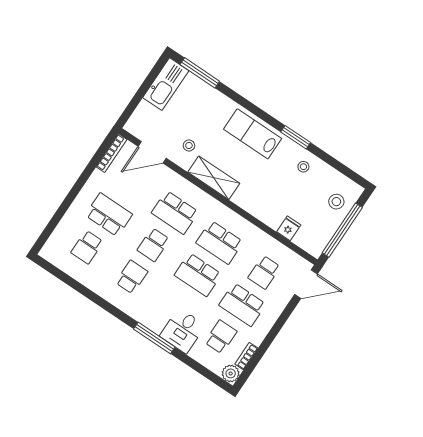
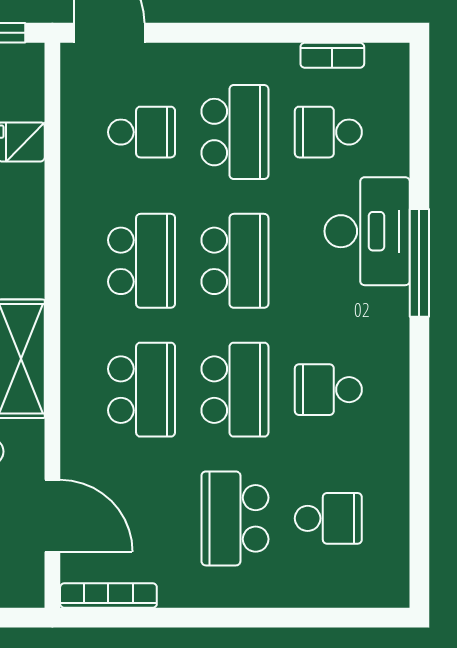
school desk: (153, 245) -> (235, 390), width x1.85
desk: (183, 331) -> (367, 231), width x1.37
plant: (231, 373) -> (388, 64), removed

